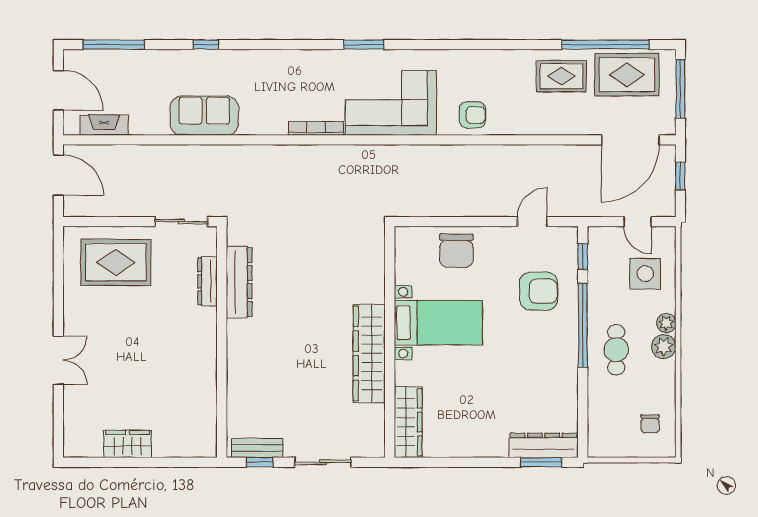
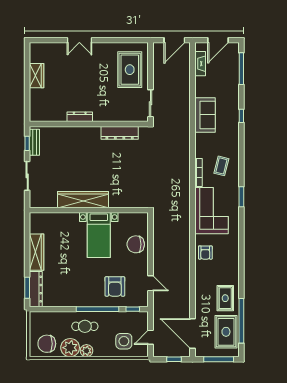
coffee table: (304, 84) -> (221, 166), added
dresser: (208, 281) -> (80, 117), moved
plant: (666, 323) -> (70, 348), moved, width x1.87, depth x1.87
wardrobe: (408, 422) -> (37, 252), moved, turned -90
chair: (650, 424) -> (47, 344), width x1.87, depth x1.87

